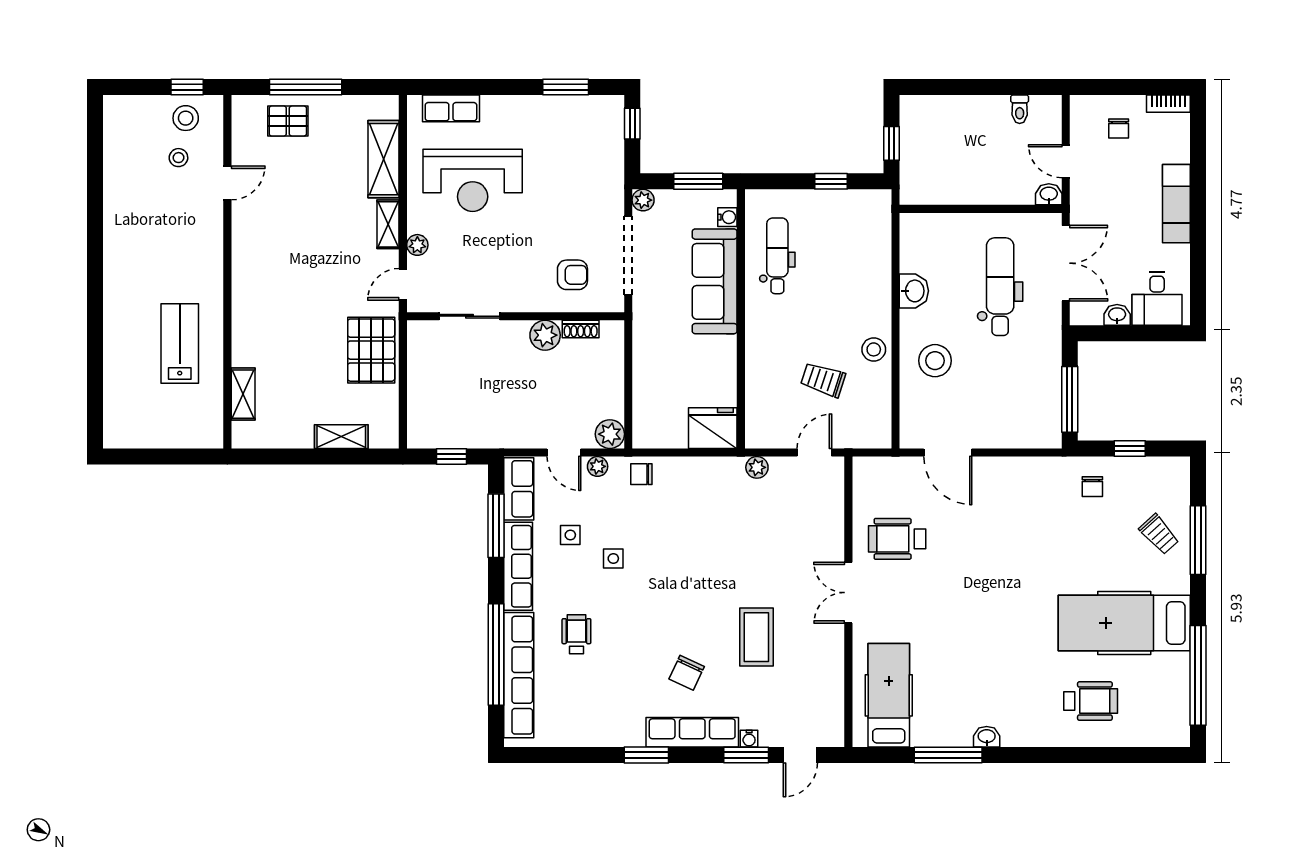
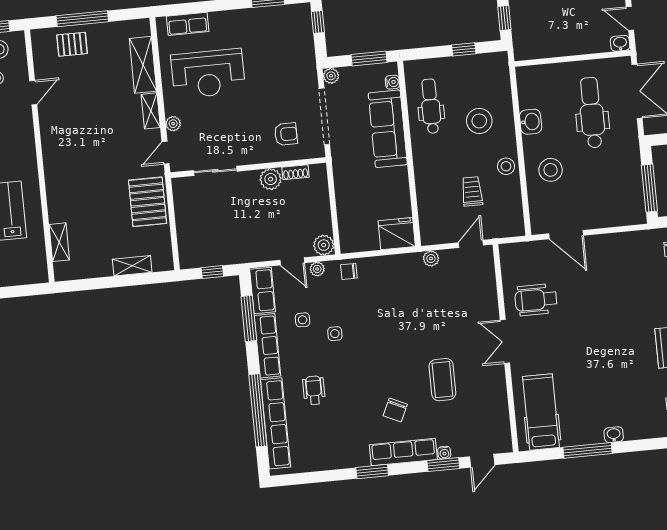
stool: (843, 283) -> (479, 121), added
trolley: (823, 380) -> (472, 191), turned 72

